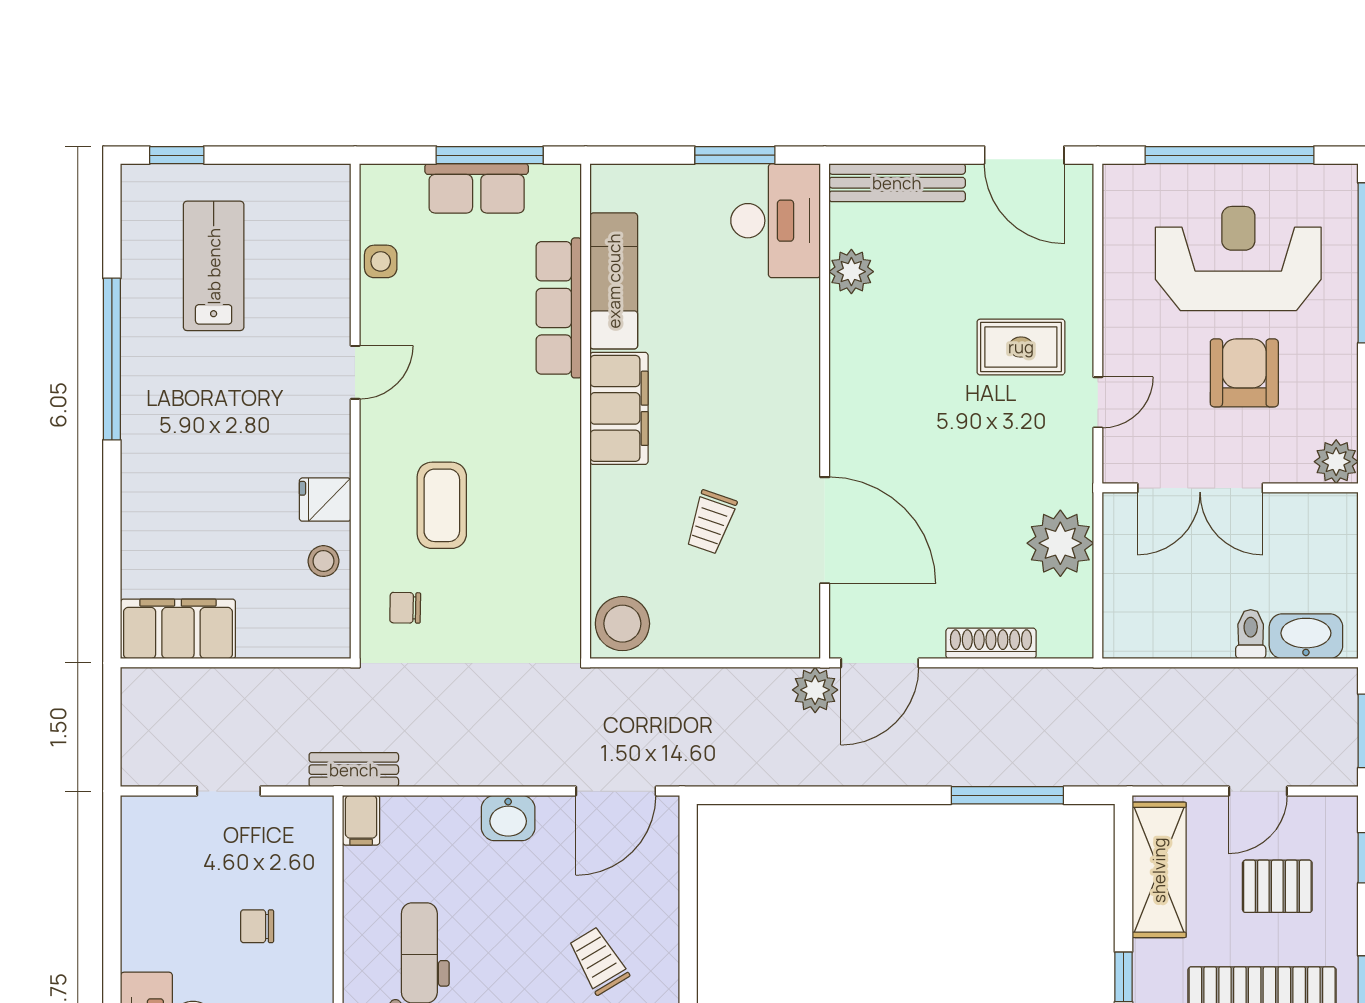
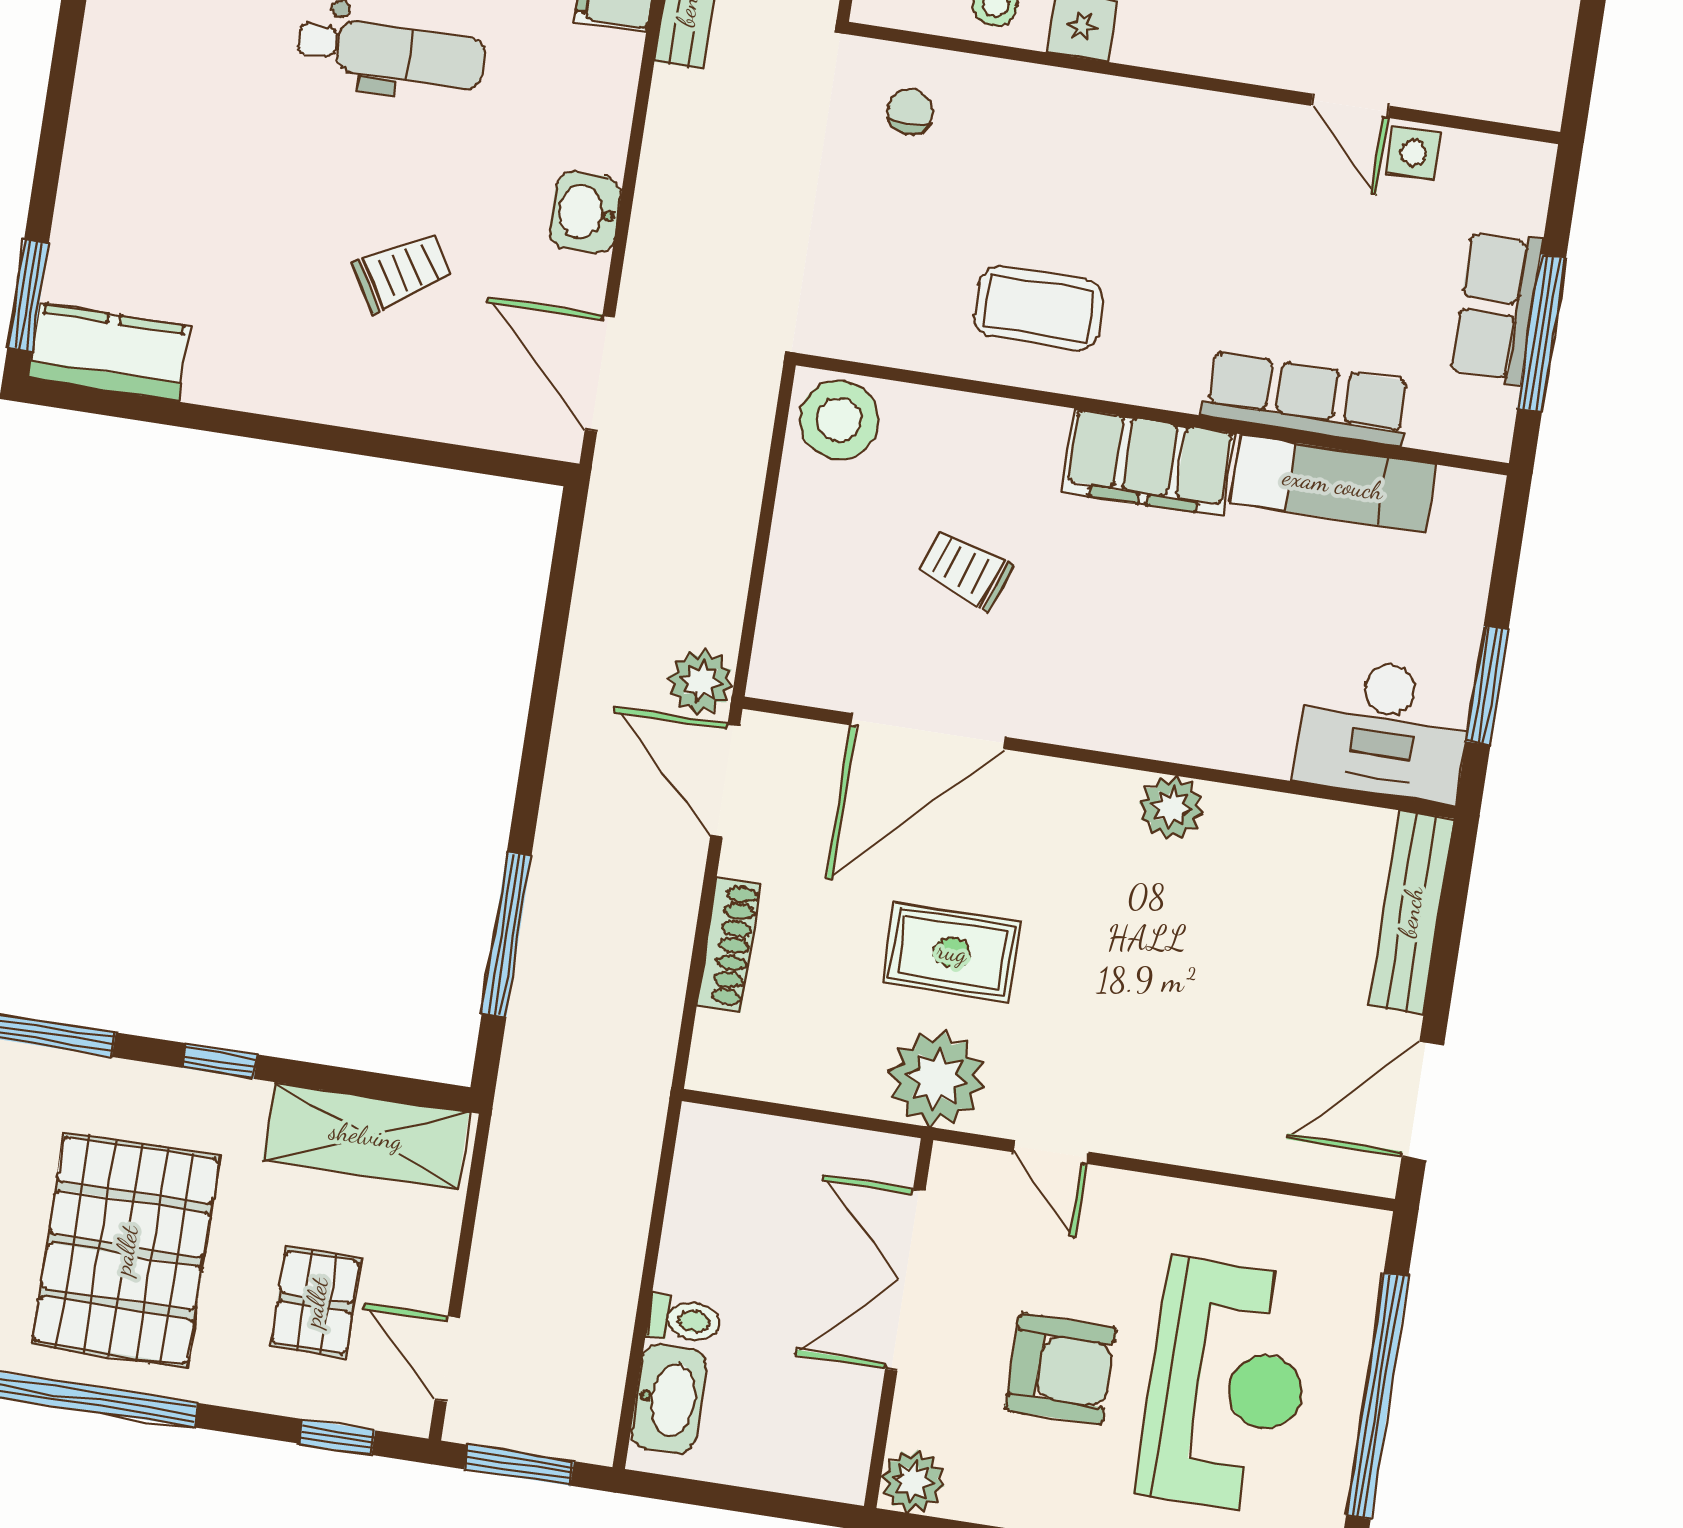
plant: (851, 272) -> (1171, 808), moved
rug: (1021, 347) -> (952, 952), moved, turned 90
door: (355, 372) -> (1350, 106), moved
coffee table: (442, 505) -> (1039, 308), moved
plant: (1060, 543) -> (937, 1079), moved
door: (1258, 791) -> (447, 1359), moved
trolley: (598, 961) -> (402, 272), moved

